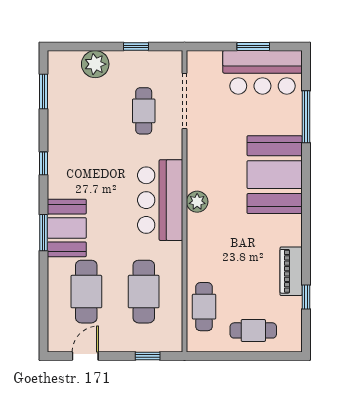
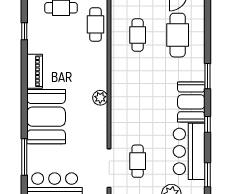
bar counter: (160, 200) -> (189, 151), moved, turned 180
booth: (67, 228) -> (191, 102), moved
piano: (291, 271) -> (35, 71), moved
cafe table: (144, 292) -> (138, 35), width x0.73, depth x0.74

